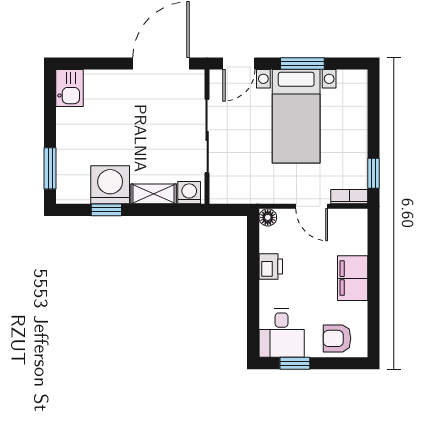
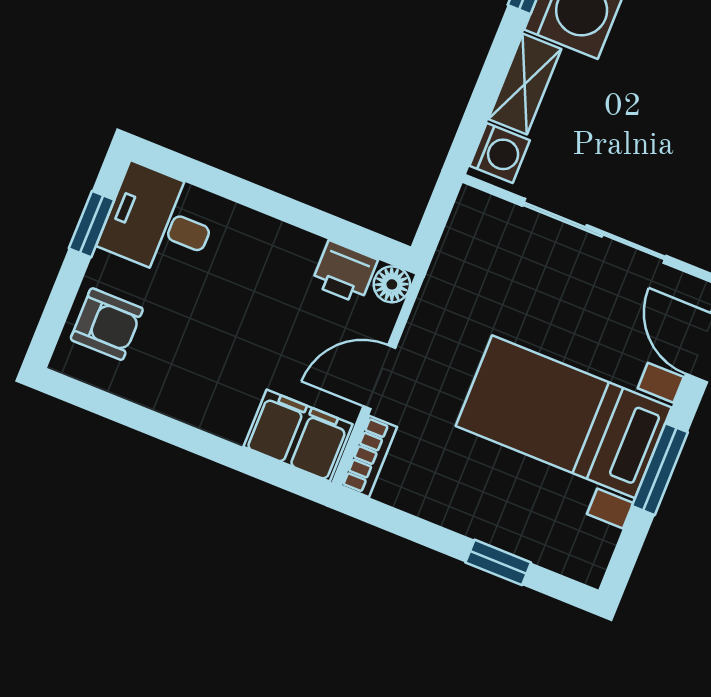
window: (374, 173) -> (498, 562), moved
printer: (271, 267) -> (345, 272), moved
filing cabinet: (353, 278) -> (298, 435), moved
armchair: (337, 338) -> (107, 324), turned 90

